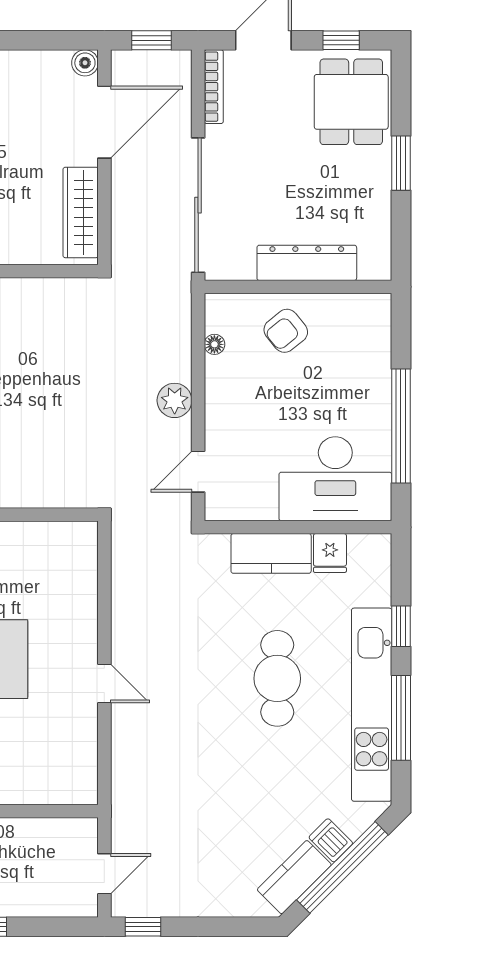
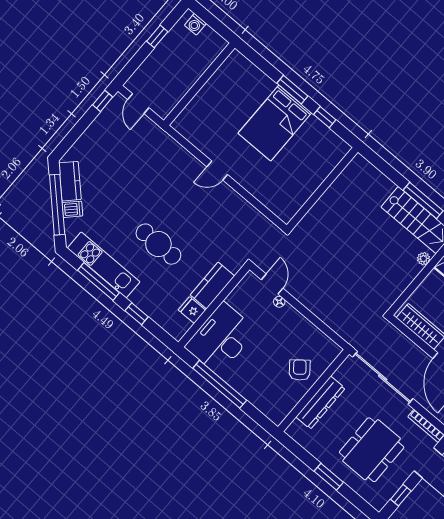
dining table: (351, 102) -> (372, 450), moved, width x1.38
floor lamp: (214, 344) -> (279, 302), moved
plant: (175, 400) -> (310, 299), removed
kitchen unit: (372, 705) -> (104, 265), width x0.73

